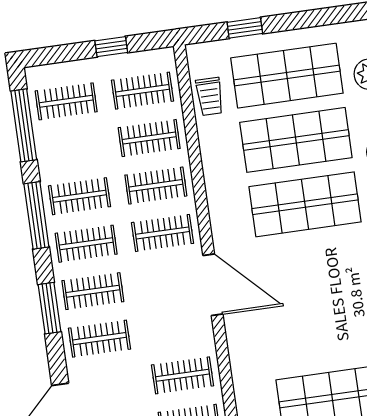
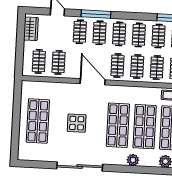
clothes rail: (73, 149) -> (158, 36), added
window: (36, 215) -> (134, 16), removed
door: (213, 285) -> (93, 82), swing flipped
display table: (319, 304) -> (77, 123), added
window: (49, 308) -> (96, 14), width x1.44

